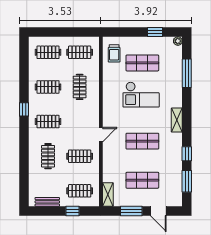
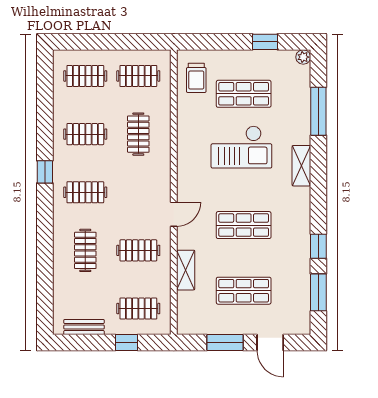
shelving: (177, 120) -> (301, 166), moved
shelving: (108, 195) -> (186, 270), moved

